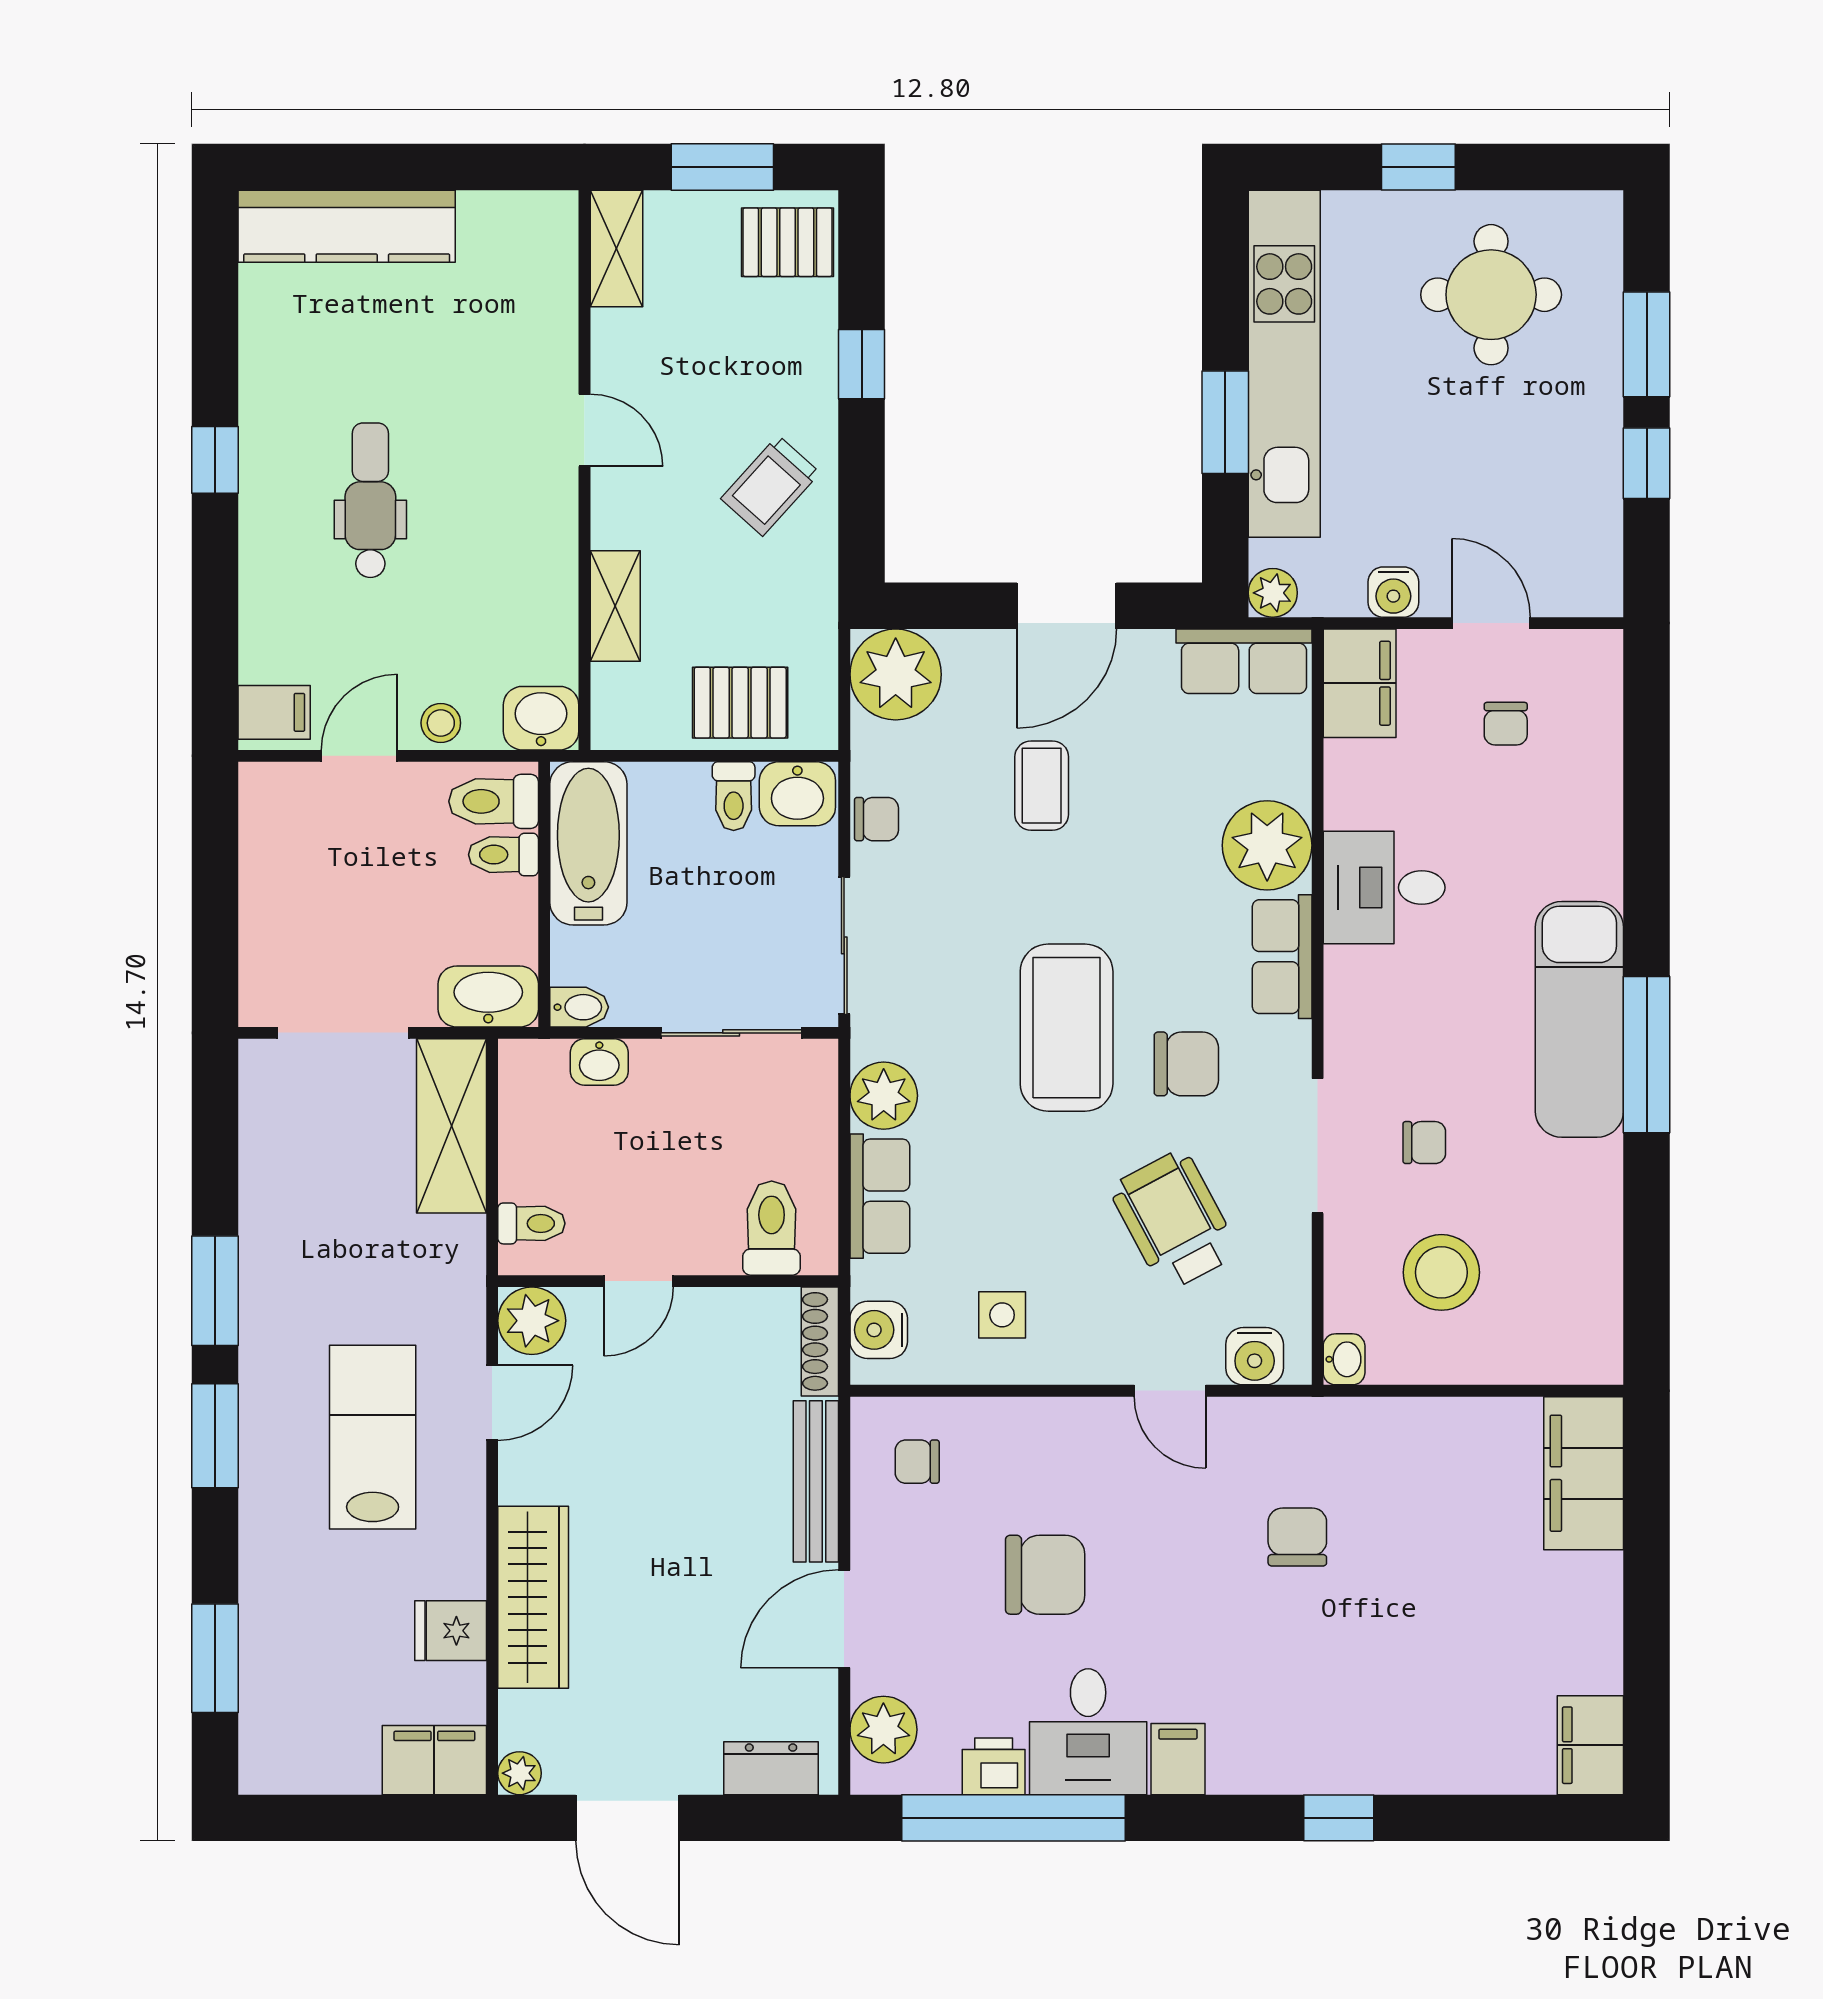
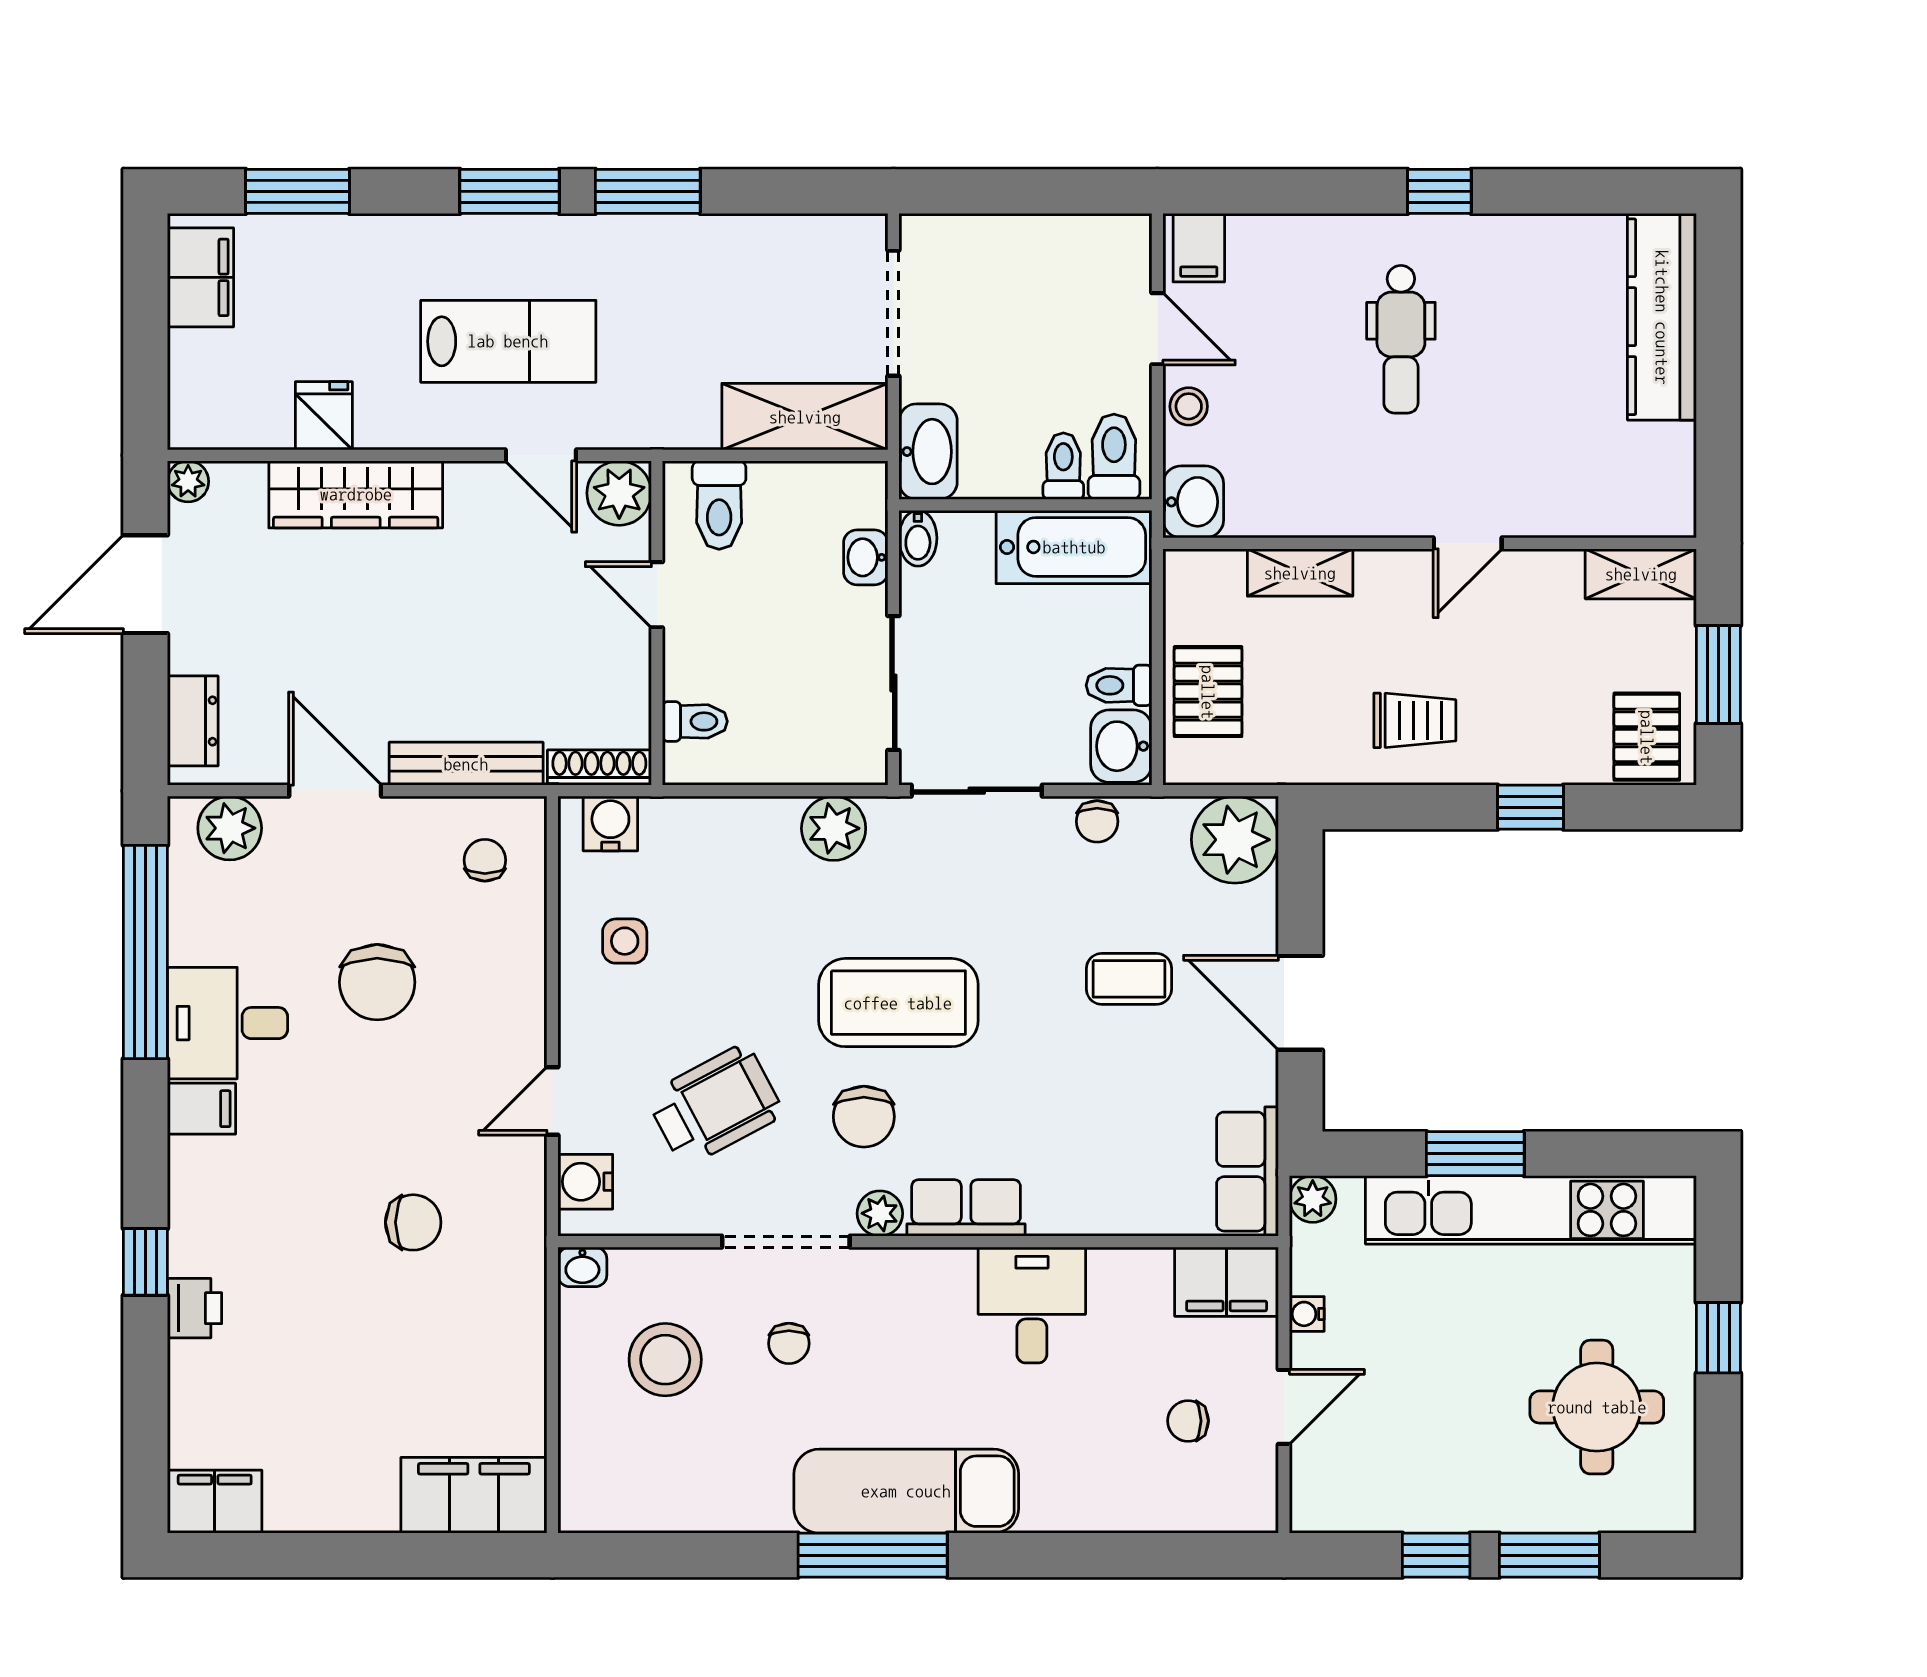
trolley: (770, 486) -> (1415, 720), turned 138
dental chair: (370, 500) -> (1401, 339), turned 90
water cooler: (1393, 592) -> (1307, 1314), width x0.72, depth x0.72
plant: (1267, 845) -> (880, 1213), moved, width x0.53, depth x0.53
row of seats: (880, 1196) -> (738, 825), removed
toilet: (531, 1223) -> (719, 505), width x1.37, depth x1.39
toilet: (772, 1228) -> (695, 721), width x0.73, depth x0.72
filing cabinet: (434, 1760) -> (200, 277), moved
printer: (994, 1766) -> (195, 1308), moved

